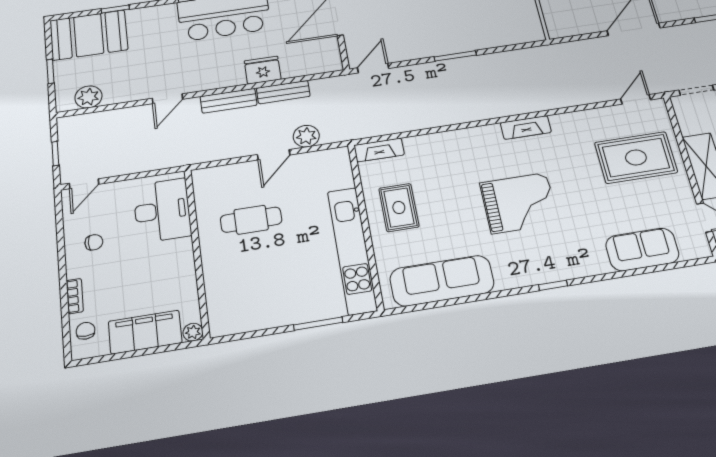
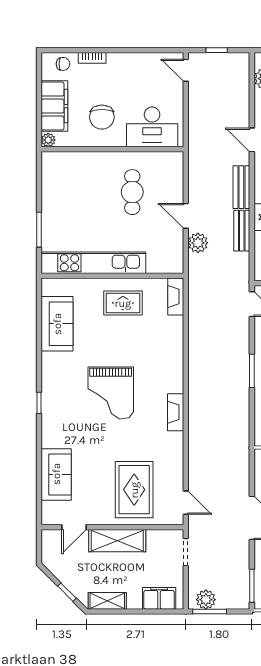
chair: (94, 242) -> (102, 117), moved, width x1.87, depth x1.87
sofa: (442, 281) -> (57, 324), width x0.73

